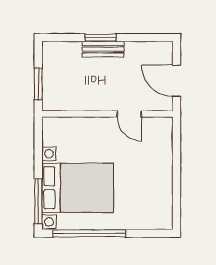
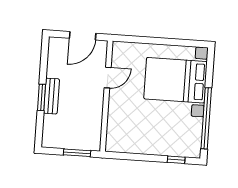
bed with nightstands: (78, 188) -> (175, 80), moved, turned -90
window: (38, 201) -> (176, 160), width x0.46

